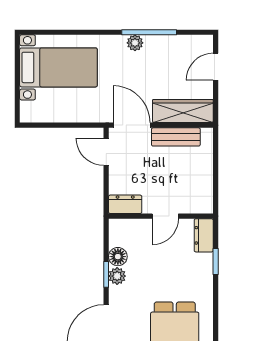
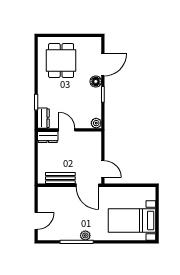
wardrobe: (183, 111) -> (56, 194), removed
dresser: (125, 204) -> (48, 137), moved
door: (165, 216) -> (67, 130), hinge flipped
floor lamp: (118, 257) -> (96, 81), moved
plant: (117, 276) -> (96, 123), moved

